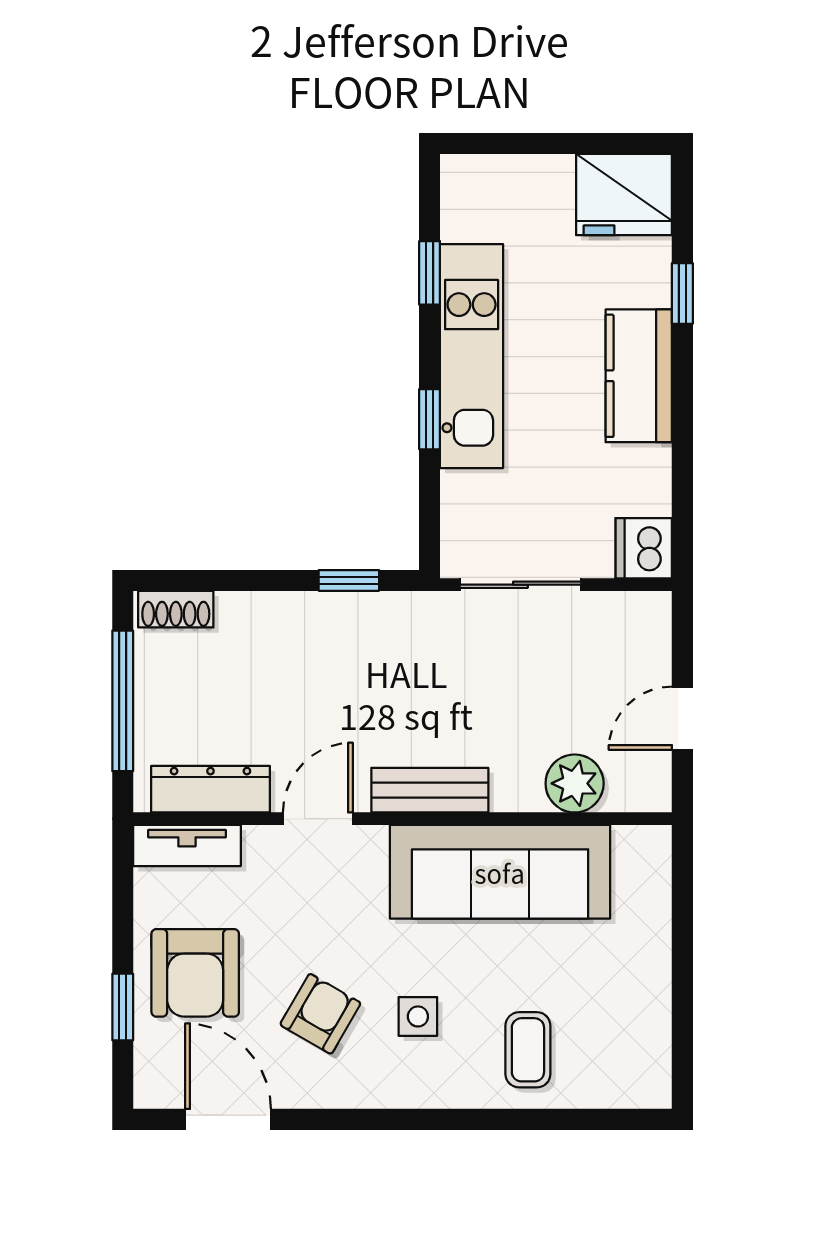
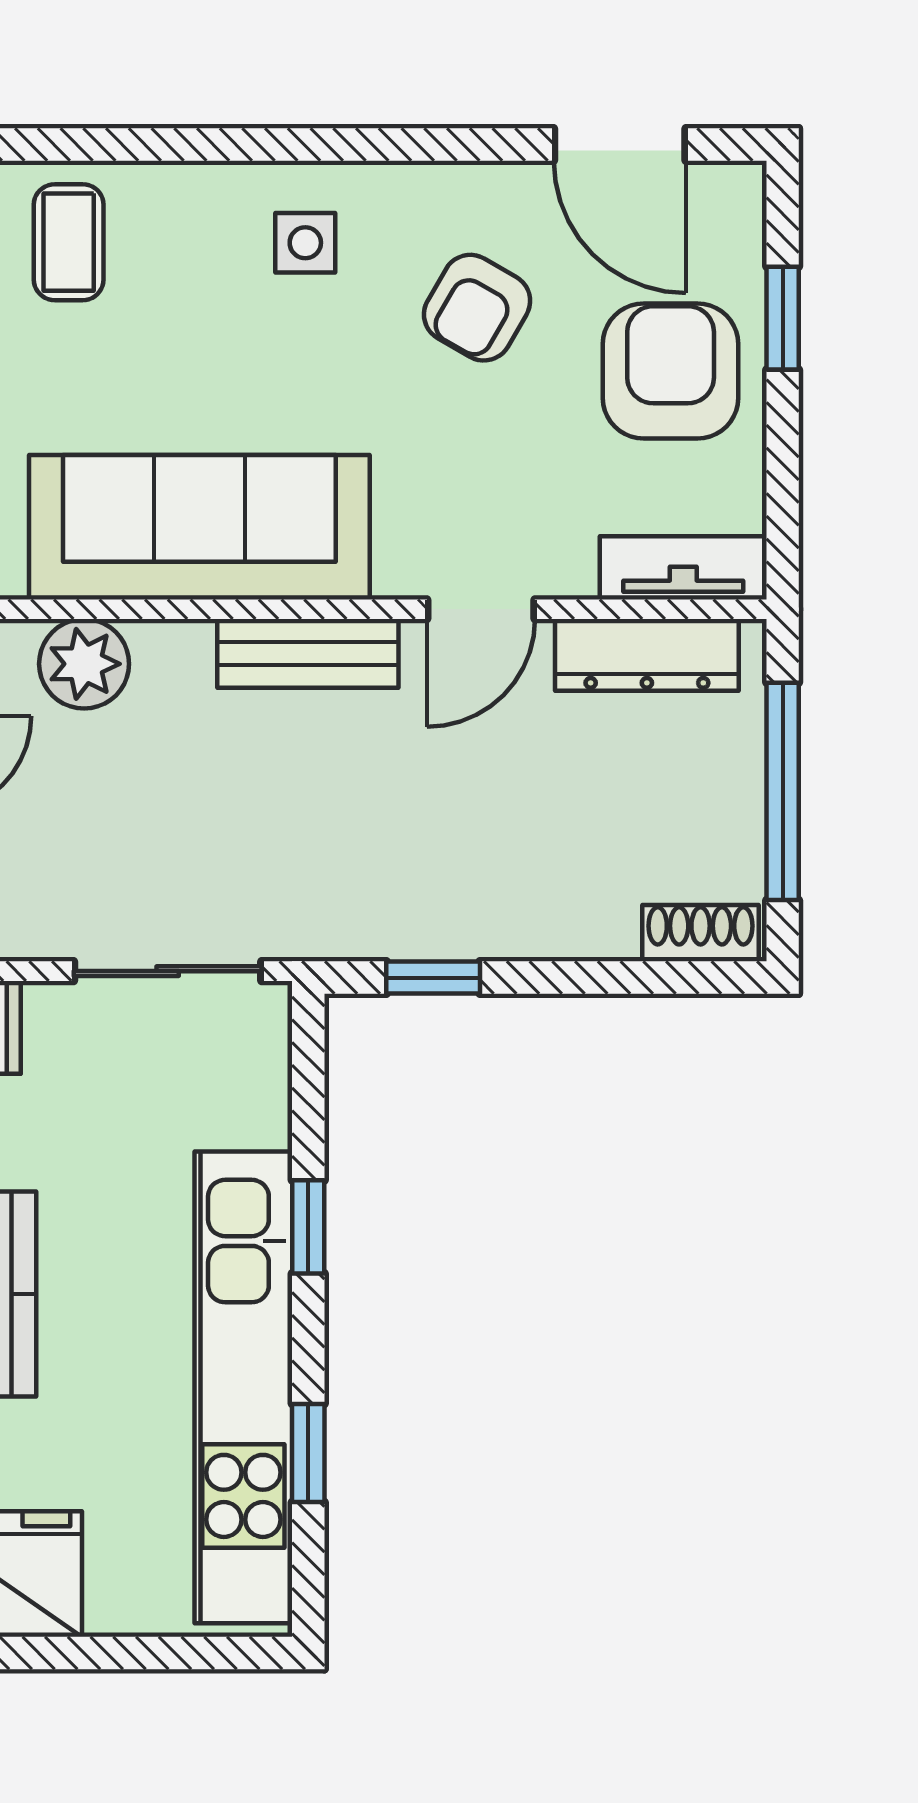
kitchen unit: (472, 356) -> (243, 1387), width x1.36
side table: (418, 1016) -> (305, 243), moved
coffee table: (528, 1050) -> (69, 242), moved

